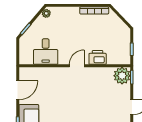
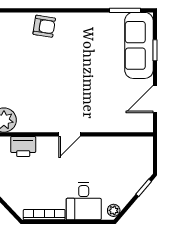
desk: (46, 52) -> (84, 201), moved, turned 180
printer: (98, 57) -> (23, 146), moved

